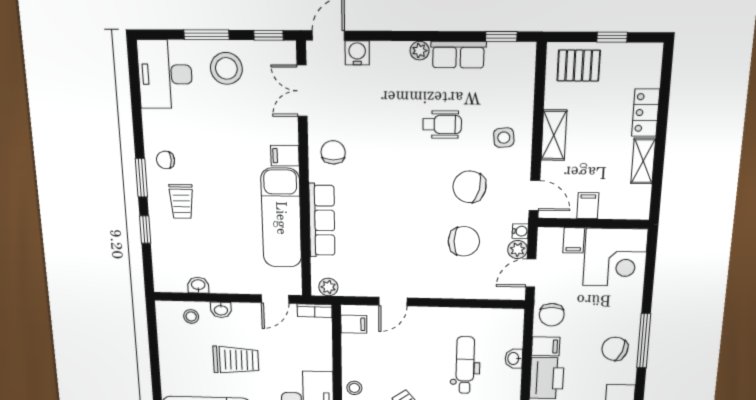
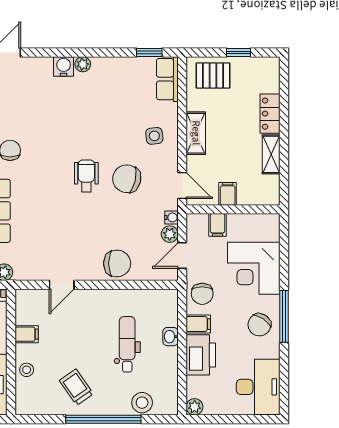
water cooler: (357, 53) -> (64, 66), moved
row of seats: (458, 55) -> (167, 79), moved, turned 90
wheelchair: (442, 124) -> (86, 176), moved, turned -90
chair: (464, 241) -> (117, 263), moved
corner desk: (615, 257) -> (254, 268), moved, turned 90
filing cabinet: (354, 324) -> (27, 334), moved
chair: (615, 349) -> (259, 325), turned -77

